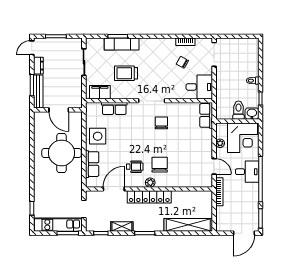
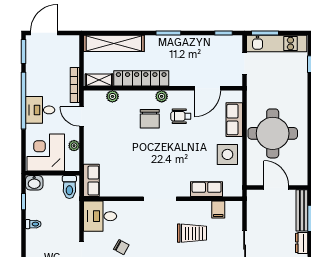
filing cabinet: (100, 92) -> (218, 210), width x0.50
toilet: (238, 110) -> (69, 187), moved
chair: (161, 123) -> (148, 171), removed
plant: (189, 183) -> (112, 96), added
locker: (149, 197) -> (141, 78), moved
shelving: (122, 227) -> (99, 80), moved

